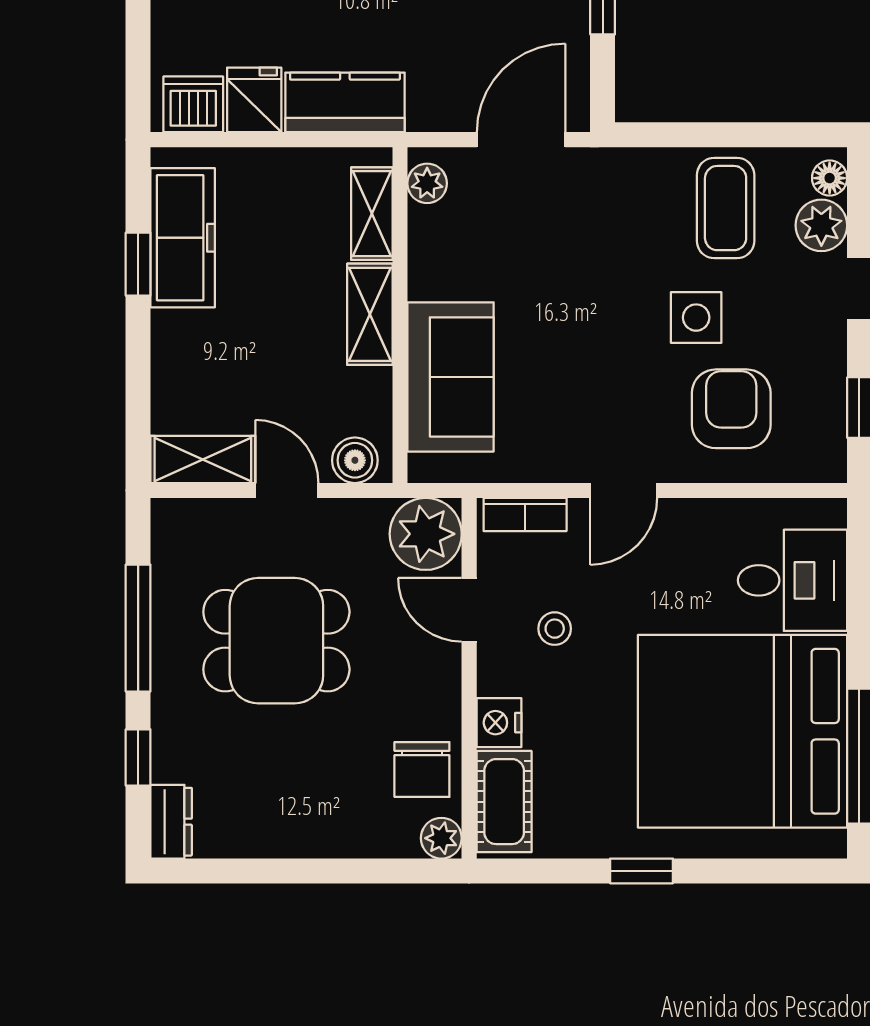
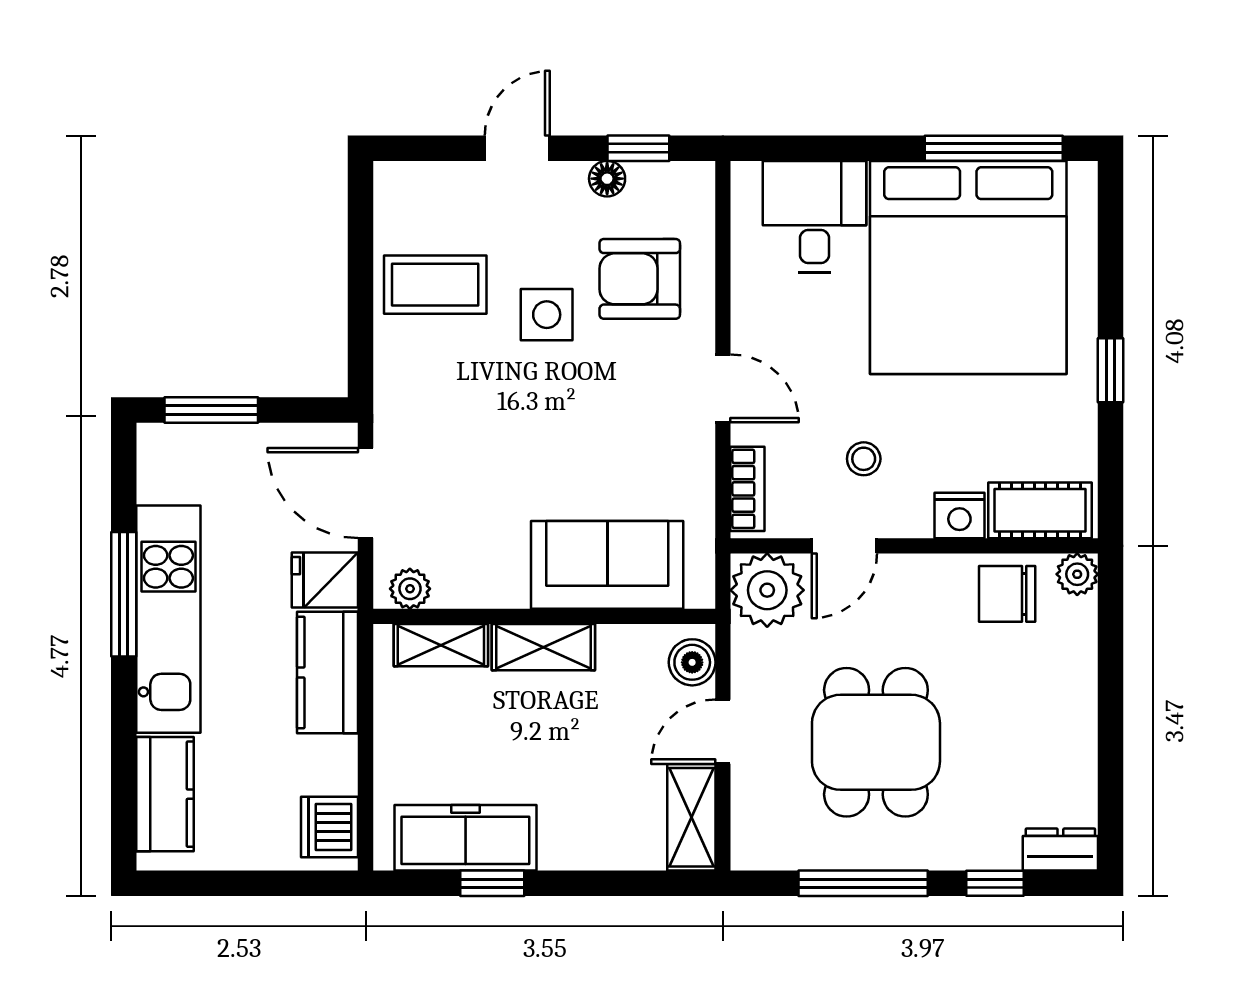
fridge: (254, 100) -> (325, 580), moved
floor lamp: (830, 178) -> (607, 179), moved
plant: (821, 225) -> (453, 187), removed
chair: (422, 769) -> (1007, 594), turned 180

